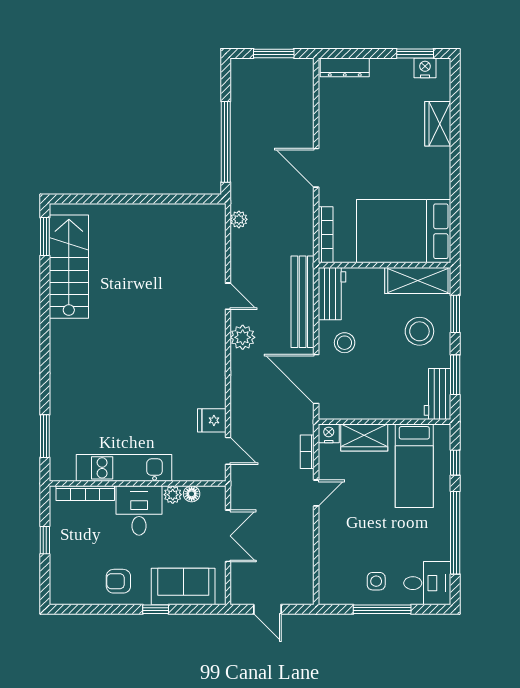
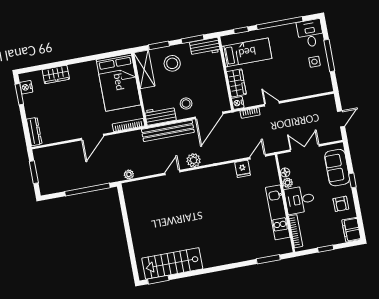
filing cabinet: (70, 591) -> (351, 230), added

